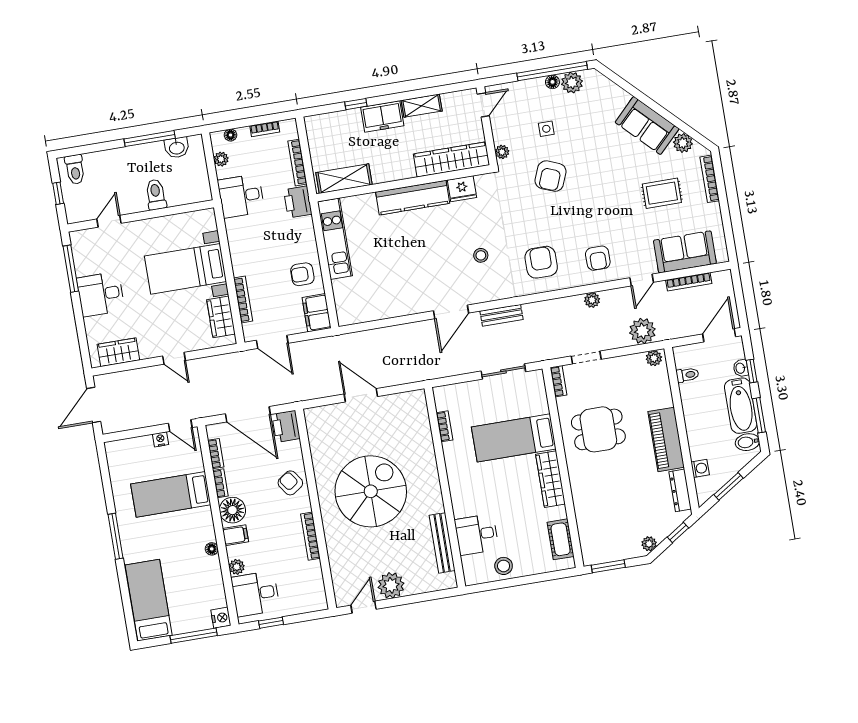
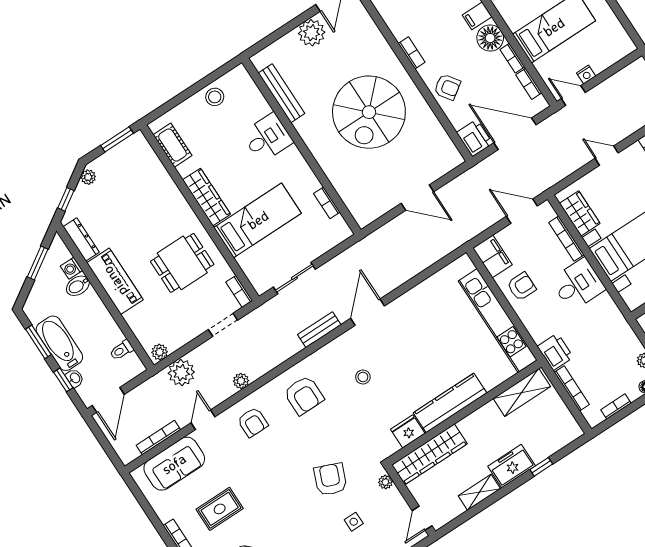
desk: (241, 196) -> (578, 284), moved
kitchen unit: (335, 239) -> (498, 321), width x1.36
armchair: (598, 258) -> (253, 422), turned 180
bidet: (747, 442) -> (78, 286), moved, turned 180
desk: (477, 534) -> (267, 138), moved
bookcase: (310, 536) -> (412, 53), width x0.64

